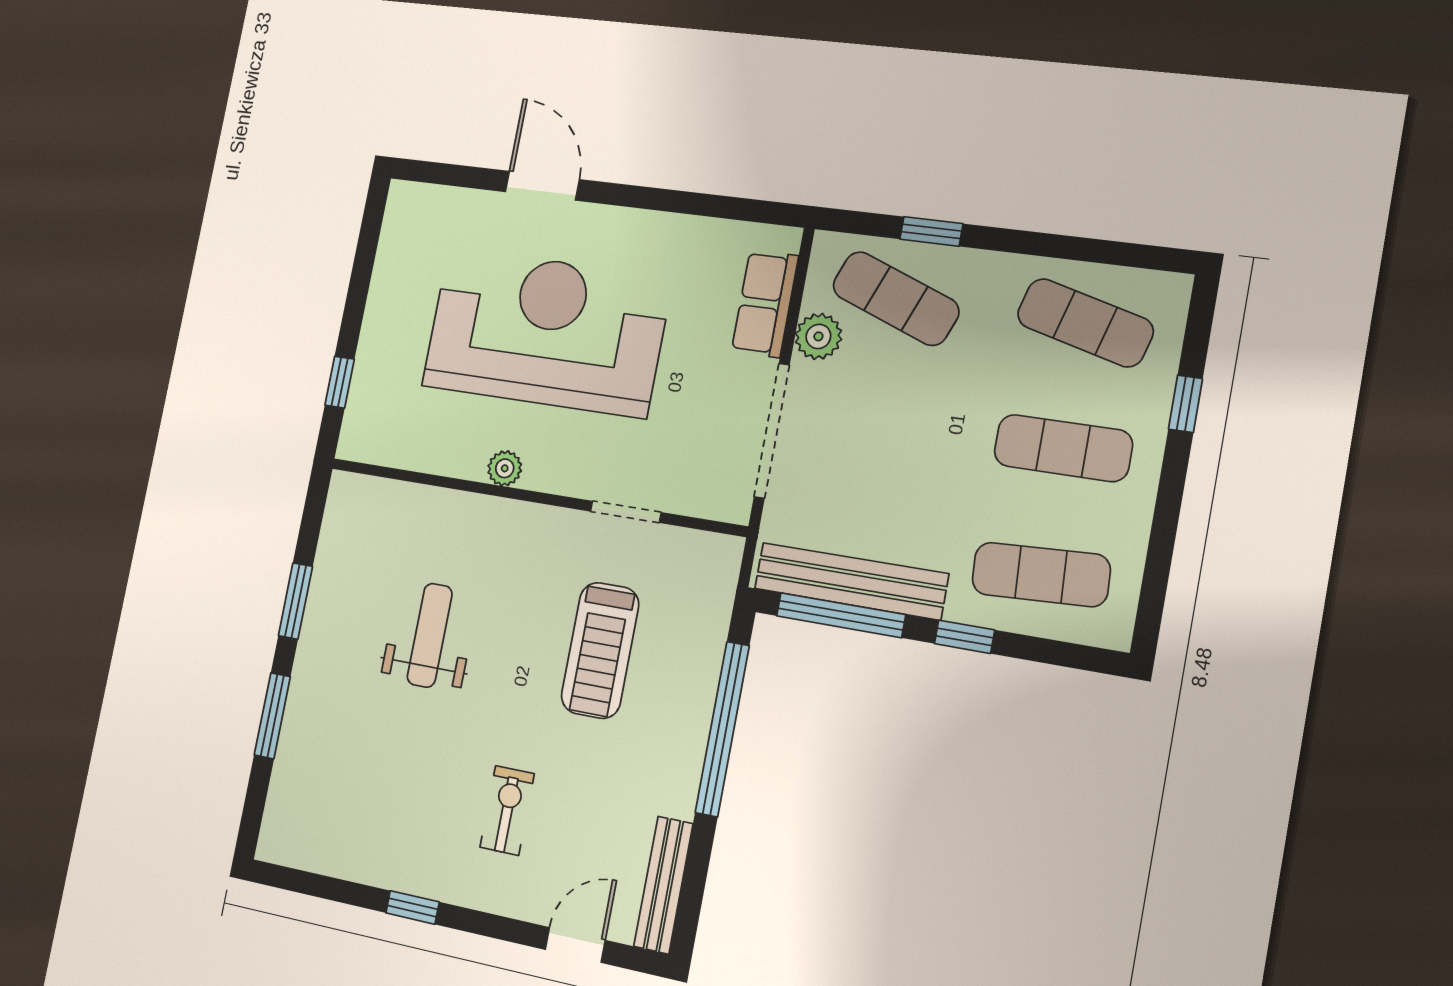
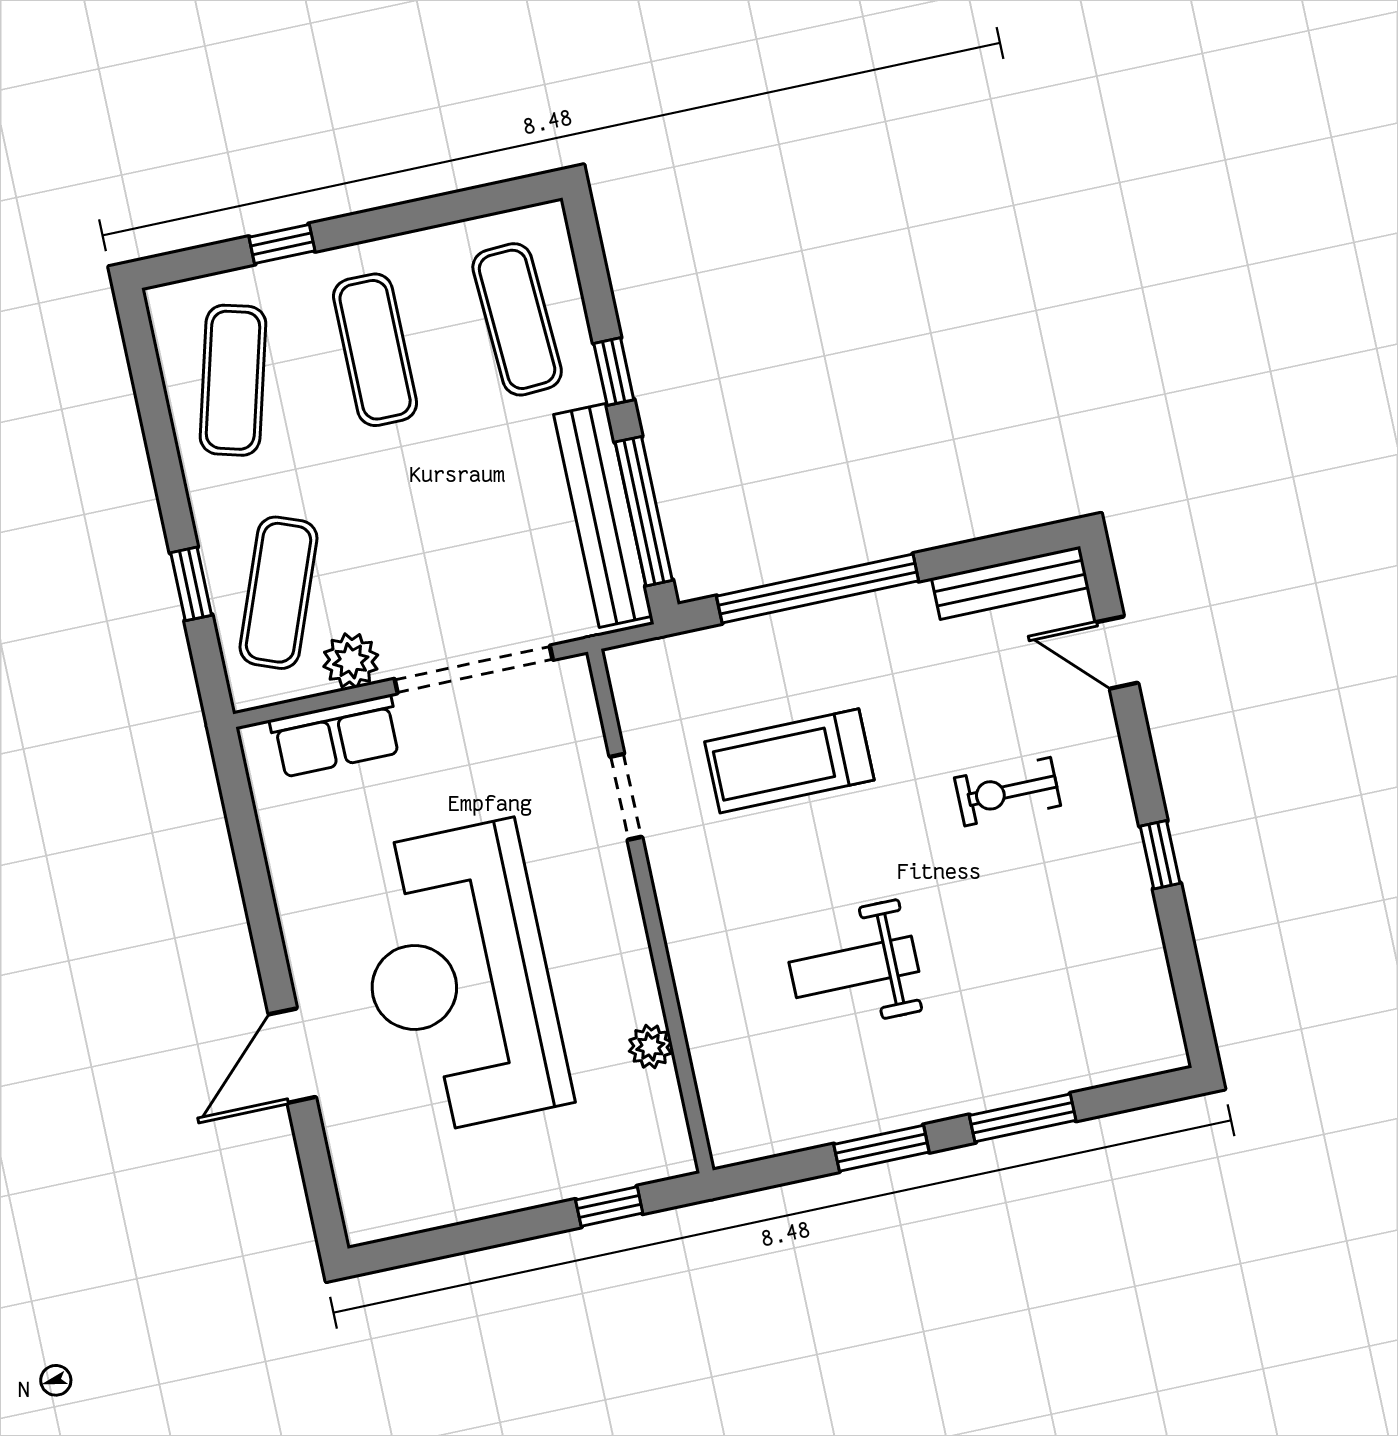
plant: (505, 468) -> (650, 1047), moved
treadmill: (600, 650) -> (789, 761), turned 180

